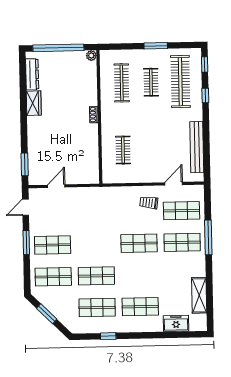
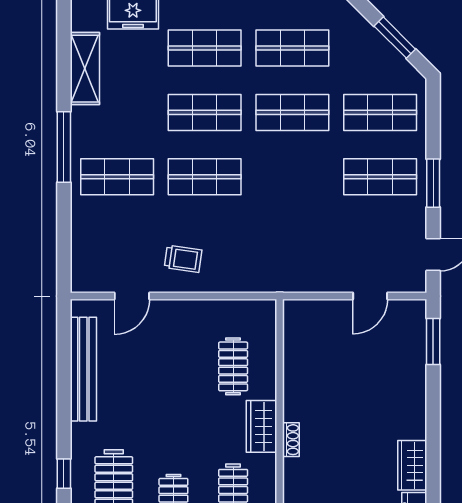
wardrobe: (108, 121) -> (261, 426), added
shop shelf: (181, 211) -> (205, 112), moved
window: (208, 237) -> (64, 147), moved

